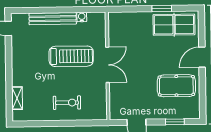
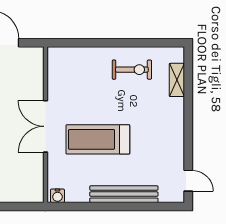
water cooler: (82, 17) -> (57, 196), moved
exercise bike: (67, 103) -> (132, 70), moved, turned 180

